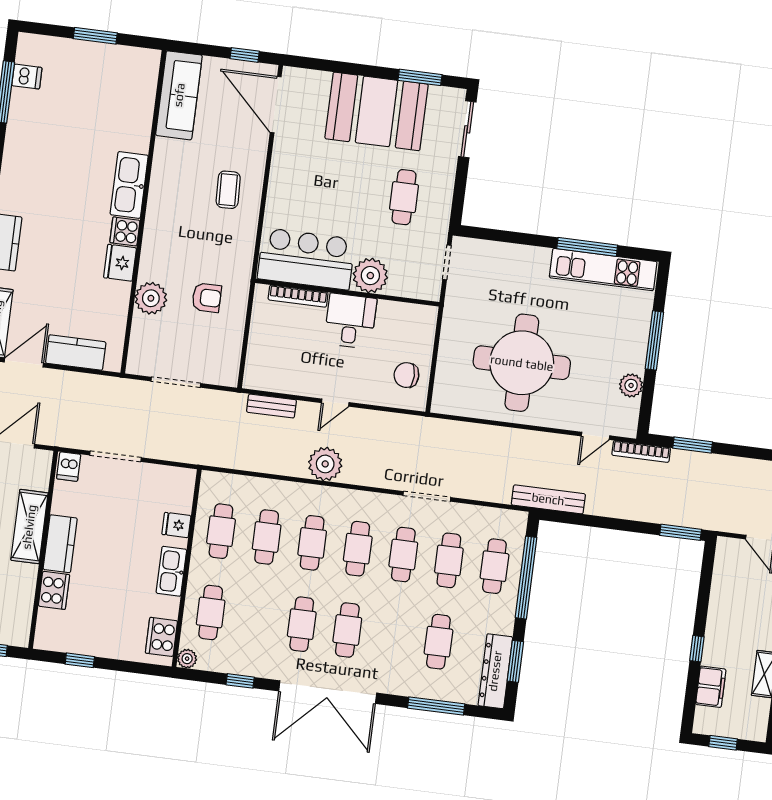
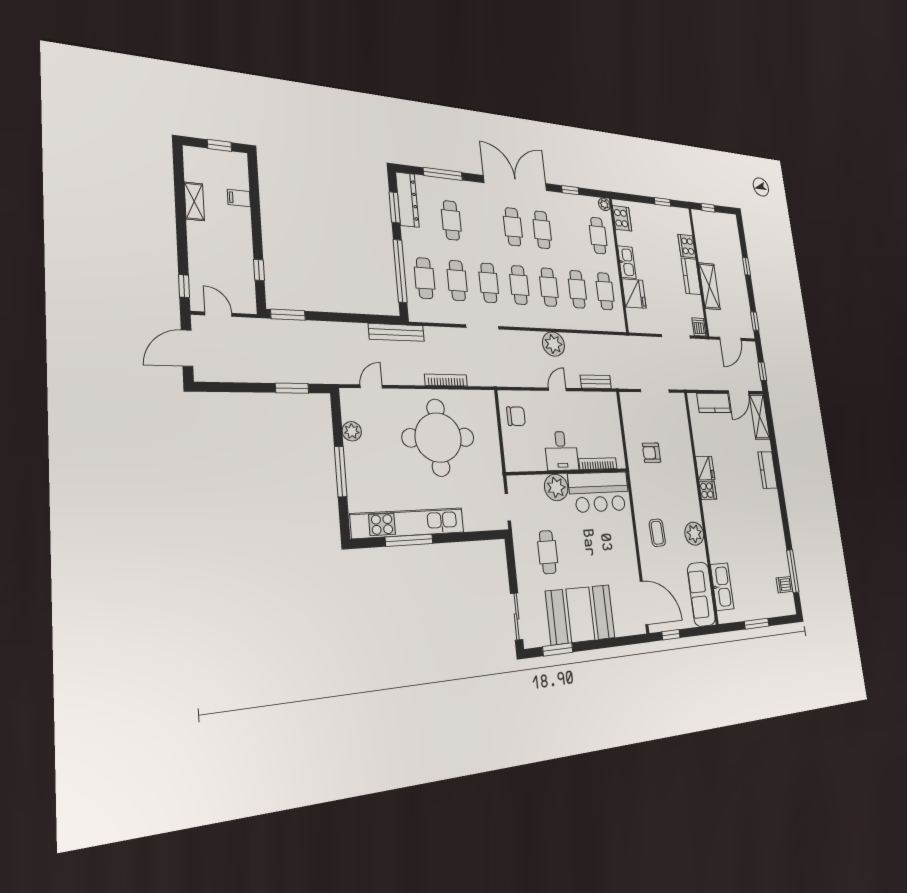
kitchen sink: (129, 185) -> (722, 587), moved
kitchen unit: (603, 270) -> (408, 523), width x1.36
plant: (151, 298) -> (694, 534), moved
bookcase: (641, 451) -> (446, 380), moved
fridge: (176, 525) -> (634, 294), width x1.88, depth x1.34
window: (697, 649) -> (259, 270), moved
filing cabinet: (711, 687) -> (239, 198), width x0.50

